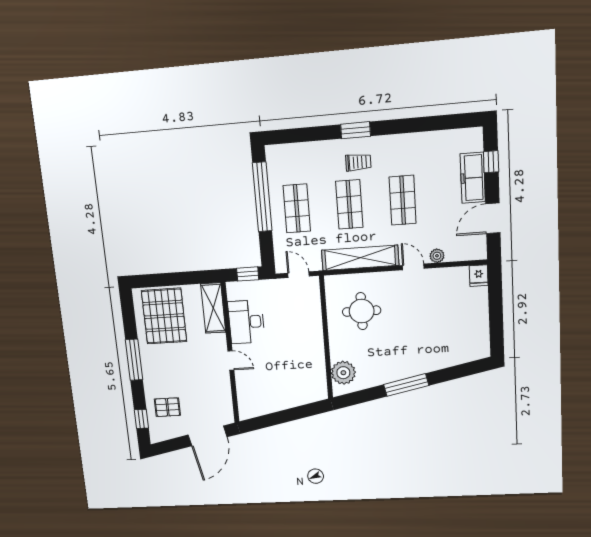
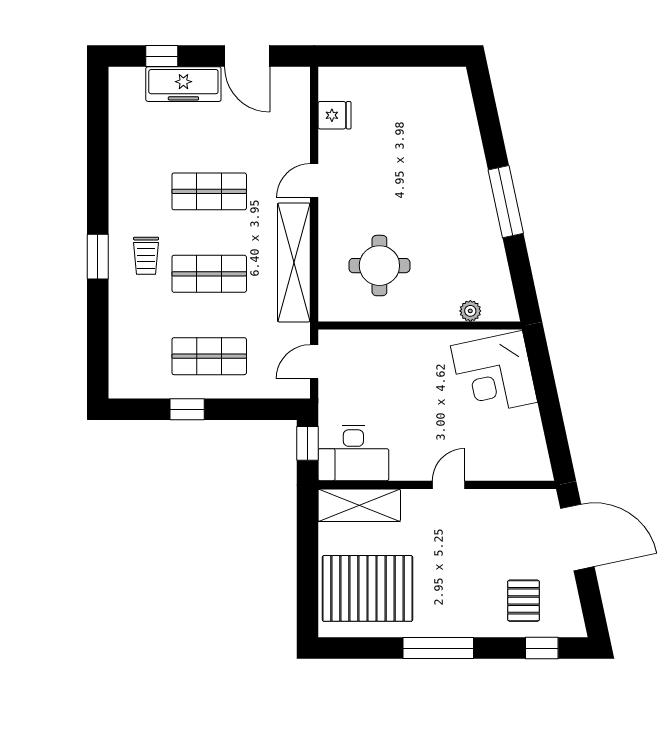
trolley: (358, 162) -> (146, 256), turned 180
window: (262, 197) -> (187, 409), width x0.32
plant: (437, 256) -> (299, 143), removed
fridge: (479, 276) -> (334, 115), moved
desk: (246, 322) -> (353, 453), moved
plant: (343, 373) -> (470, 311), width x0.53, depth x0.53
corner desk: (300, 383) -> (494, 374), added

